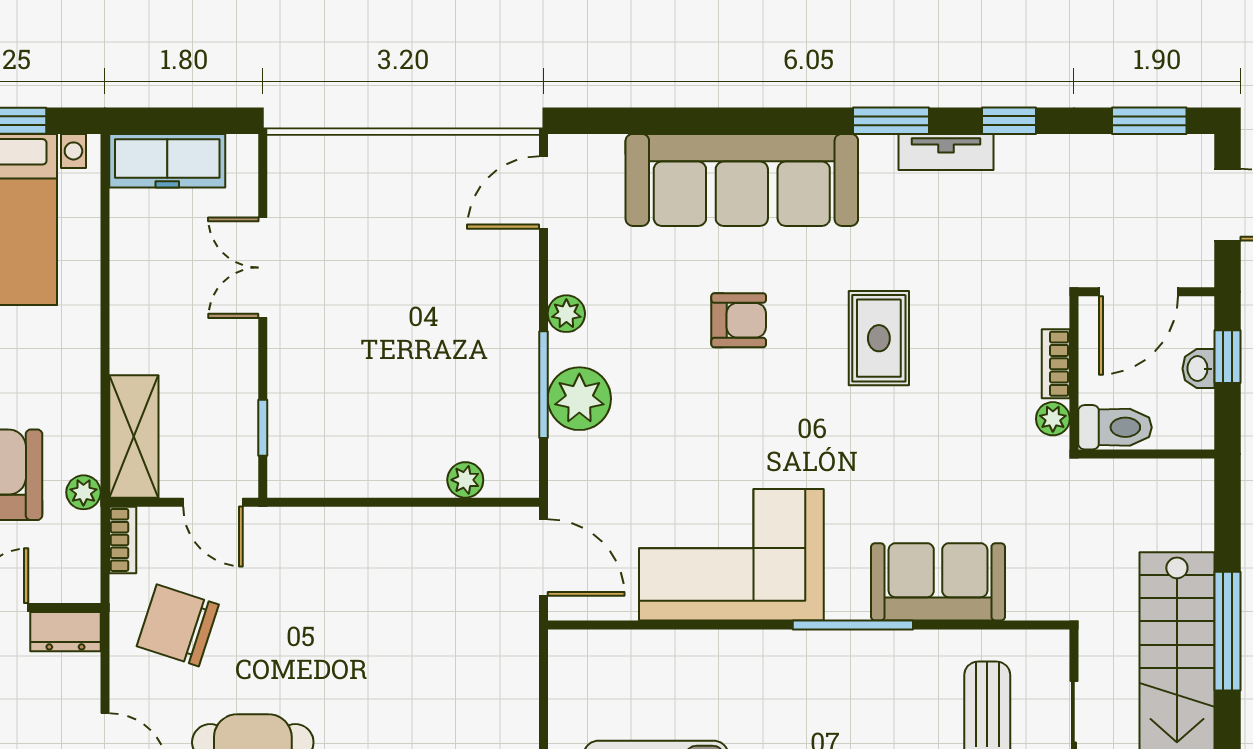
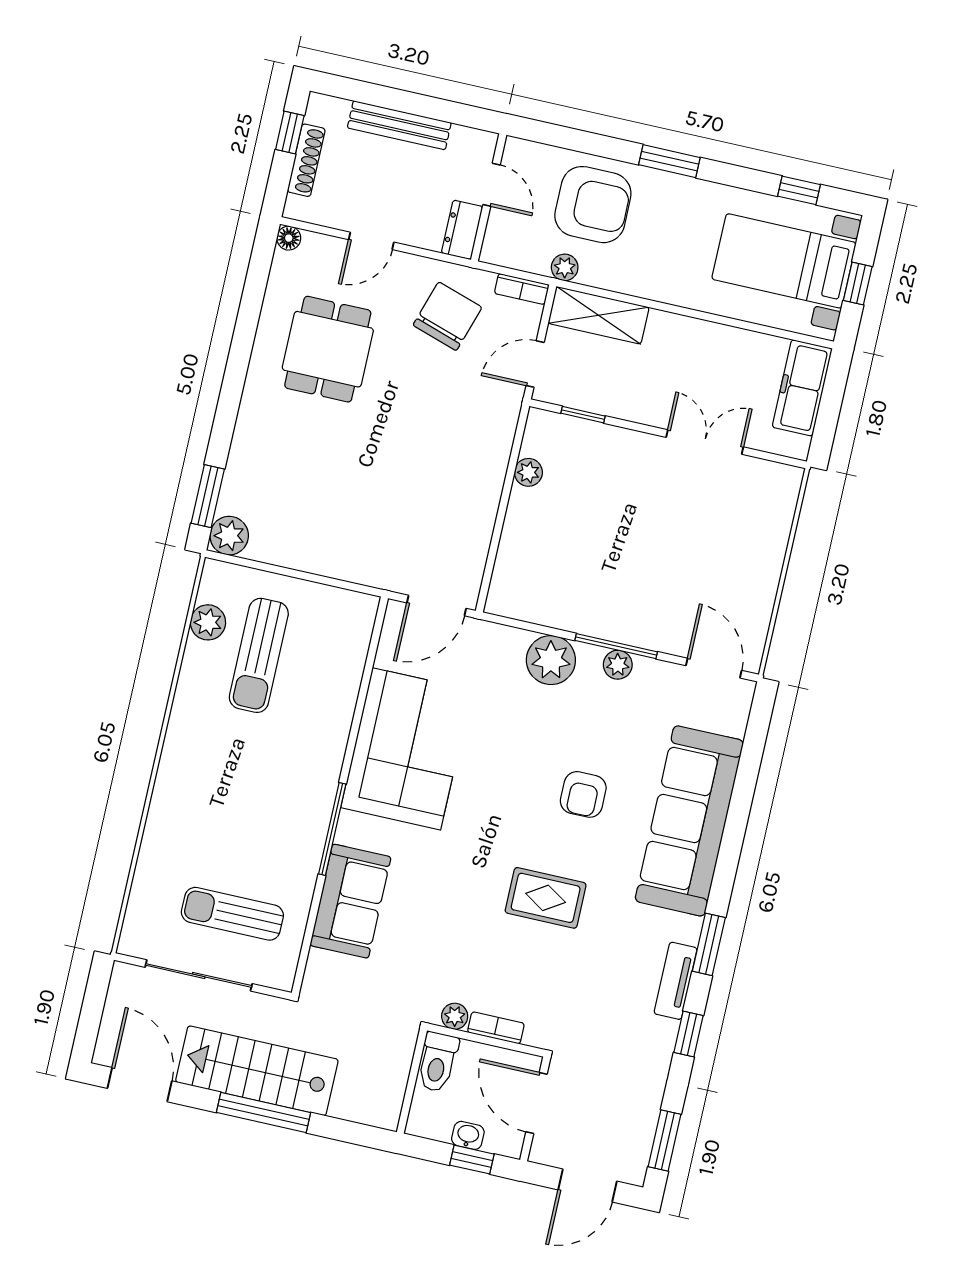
window: (543, 385) -> (616, 646), moved
plant: (465, 480) -> (528, 472), moved

